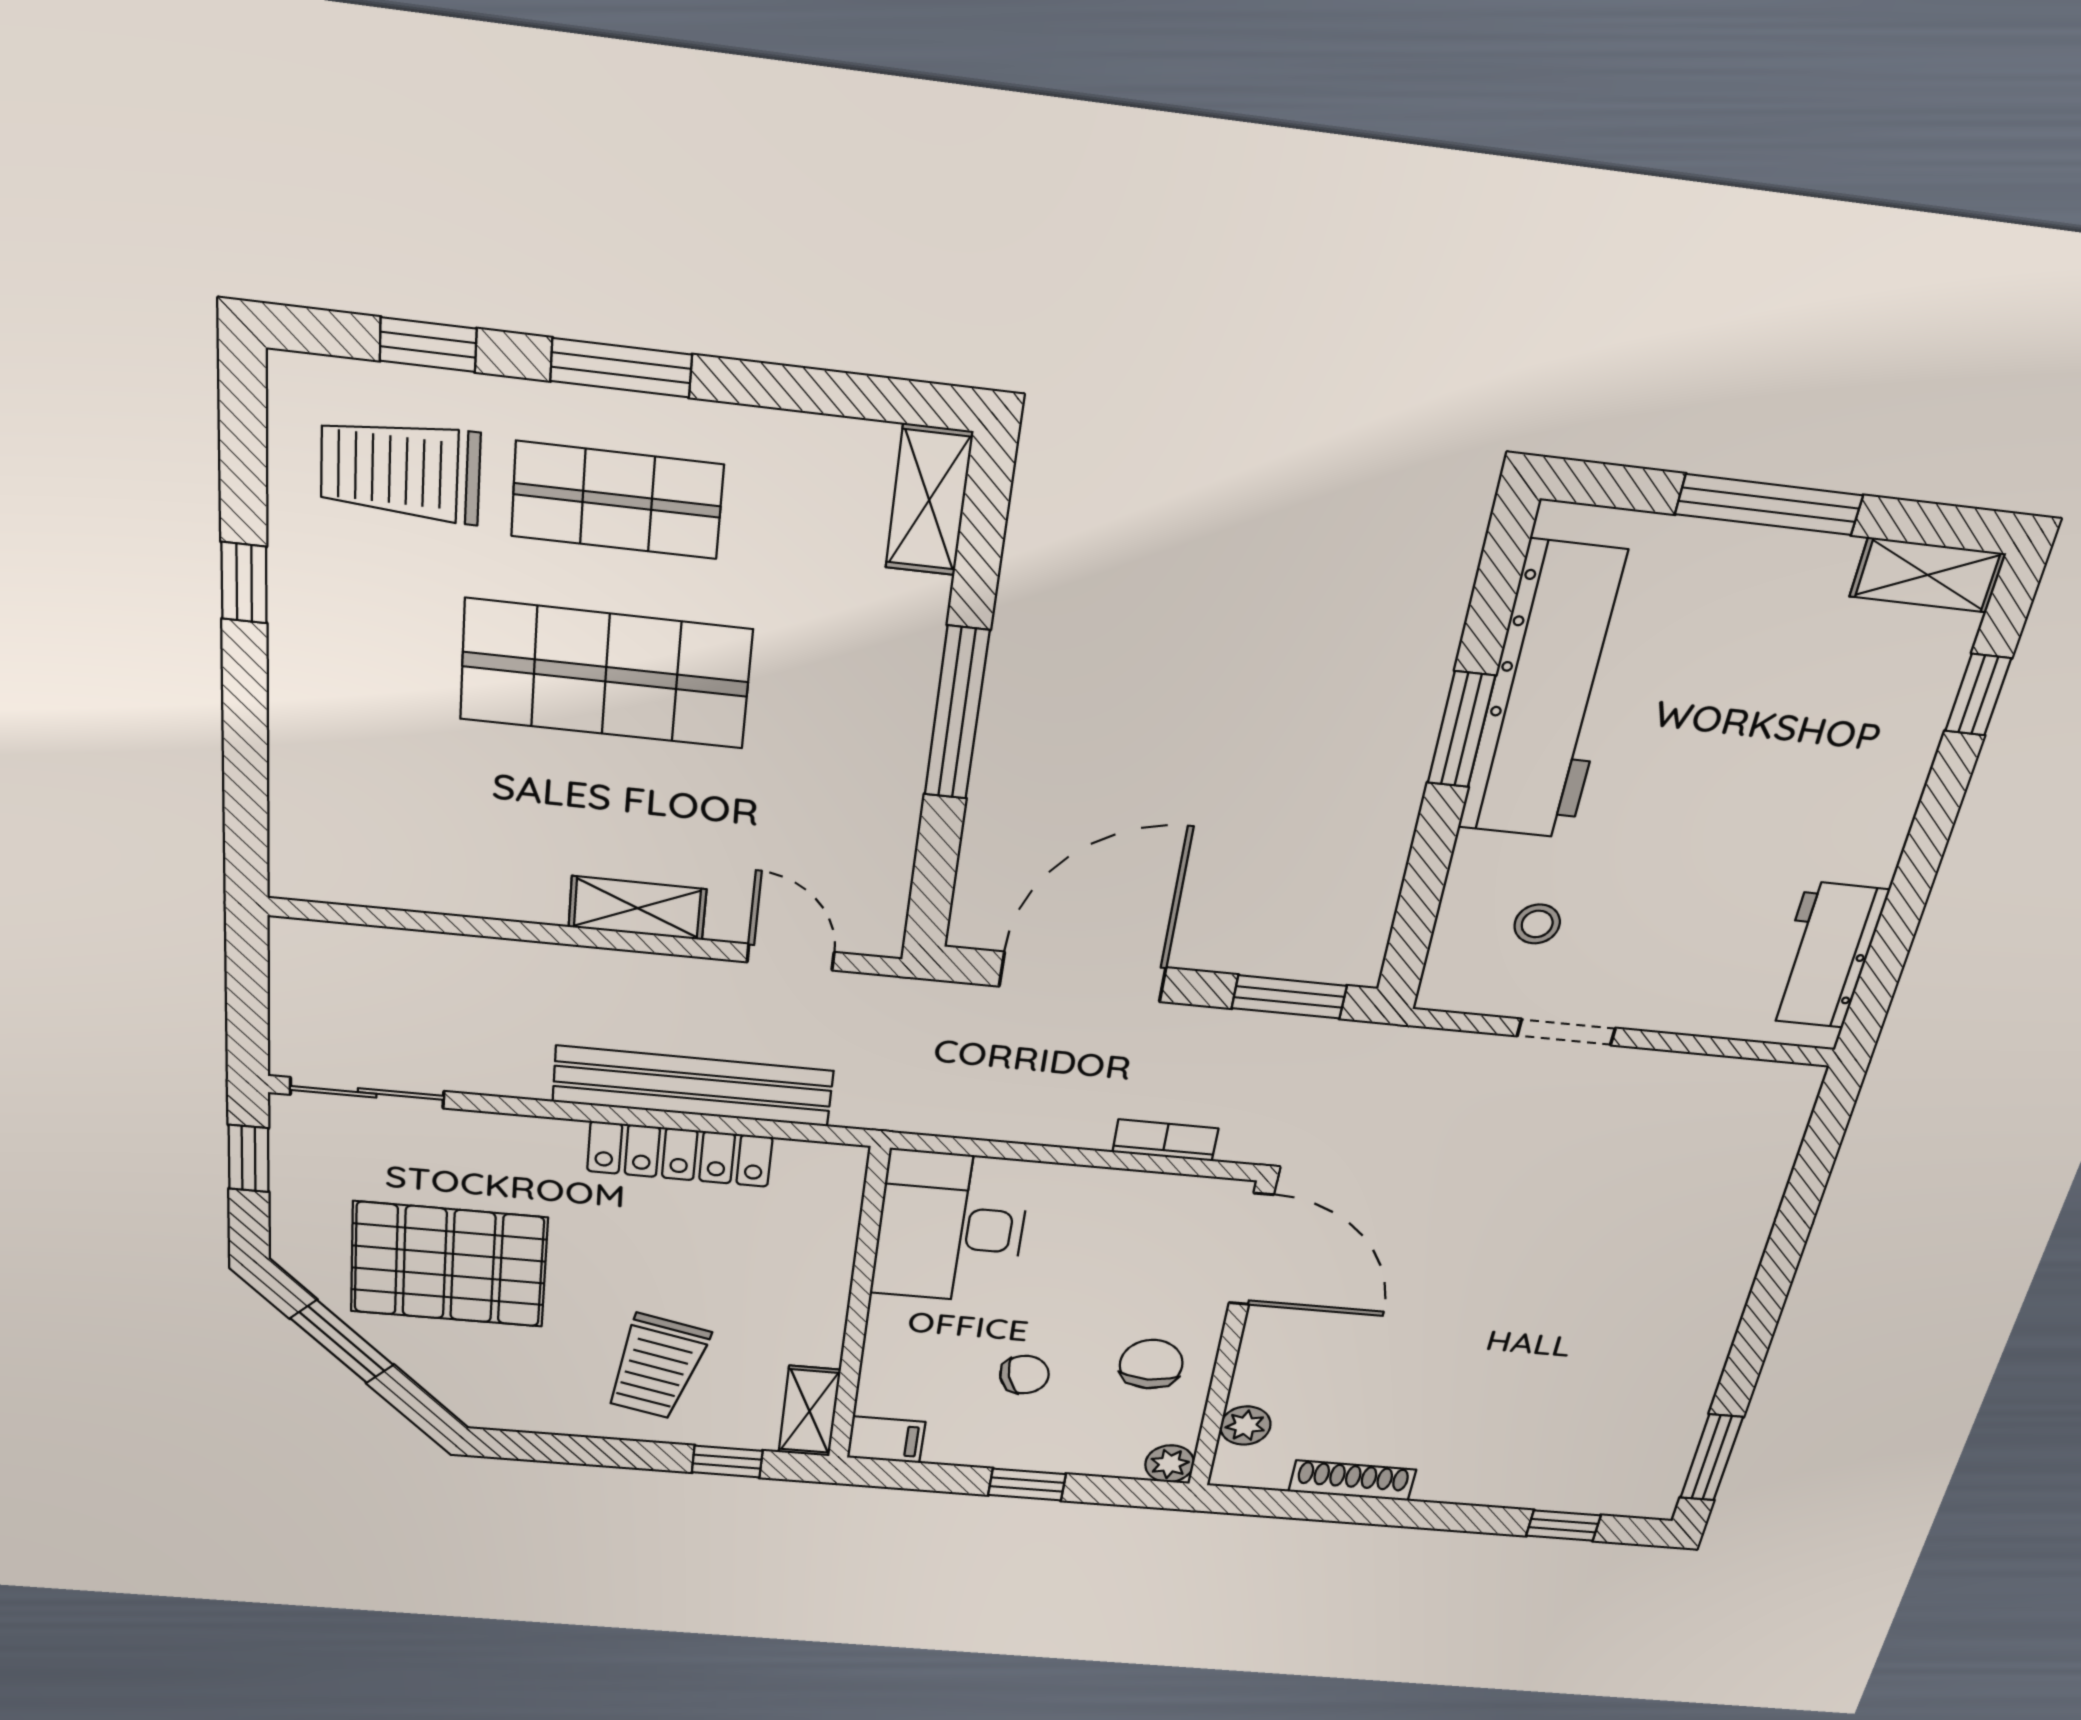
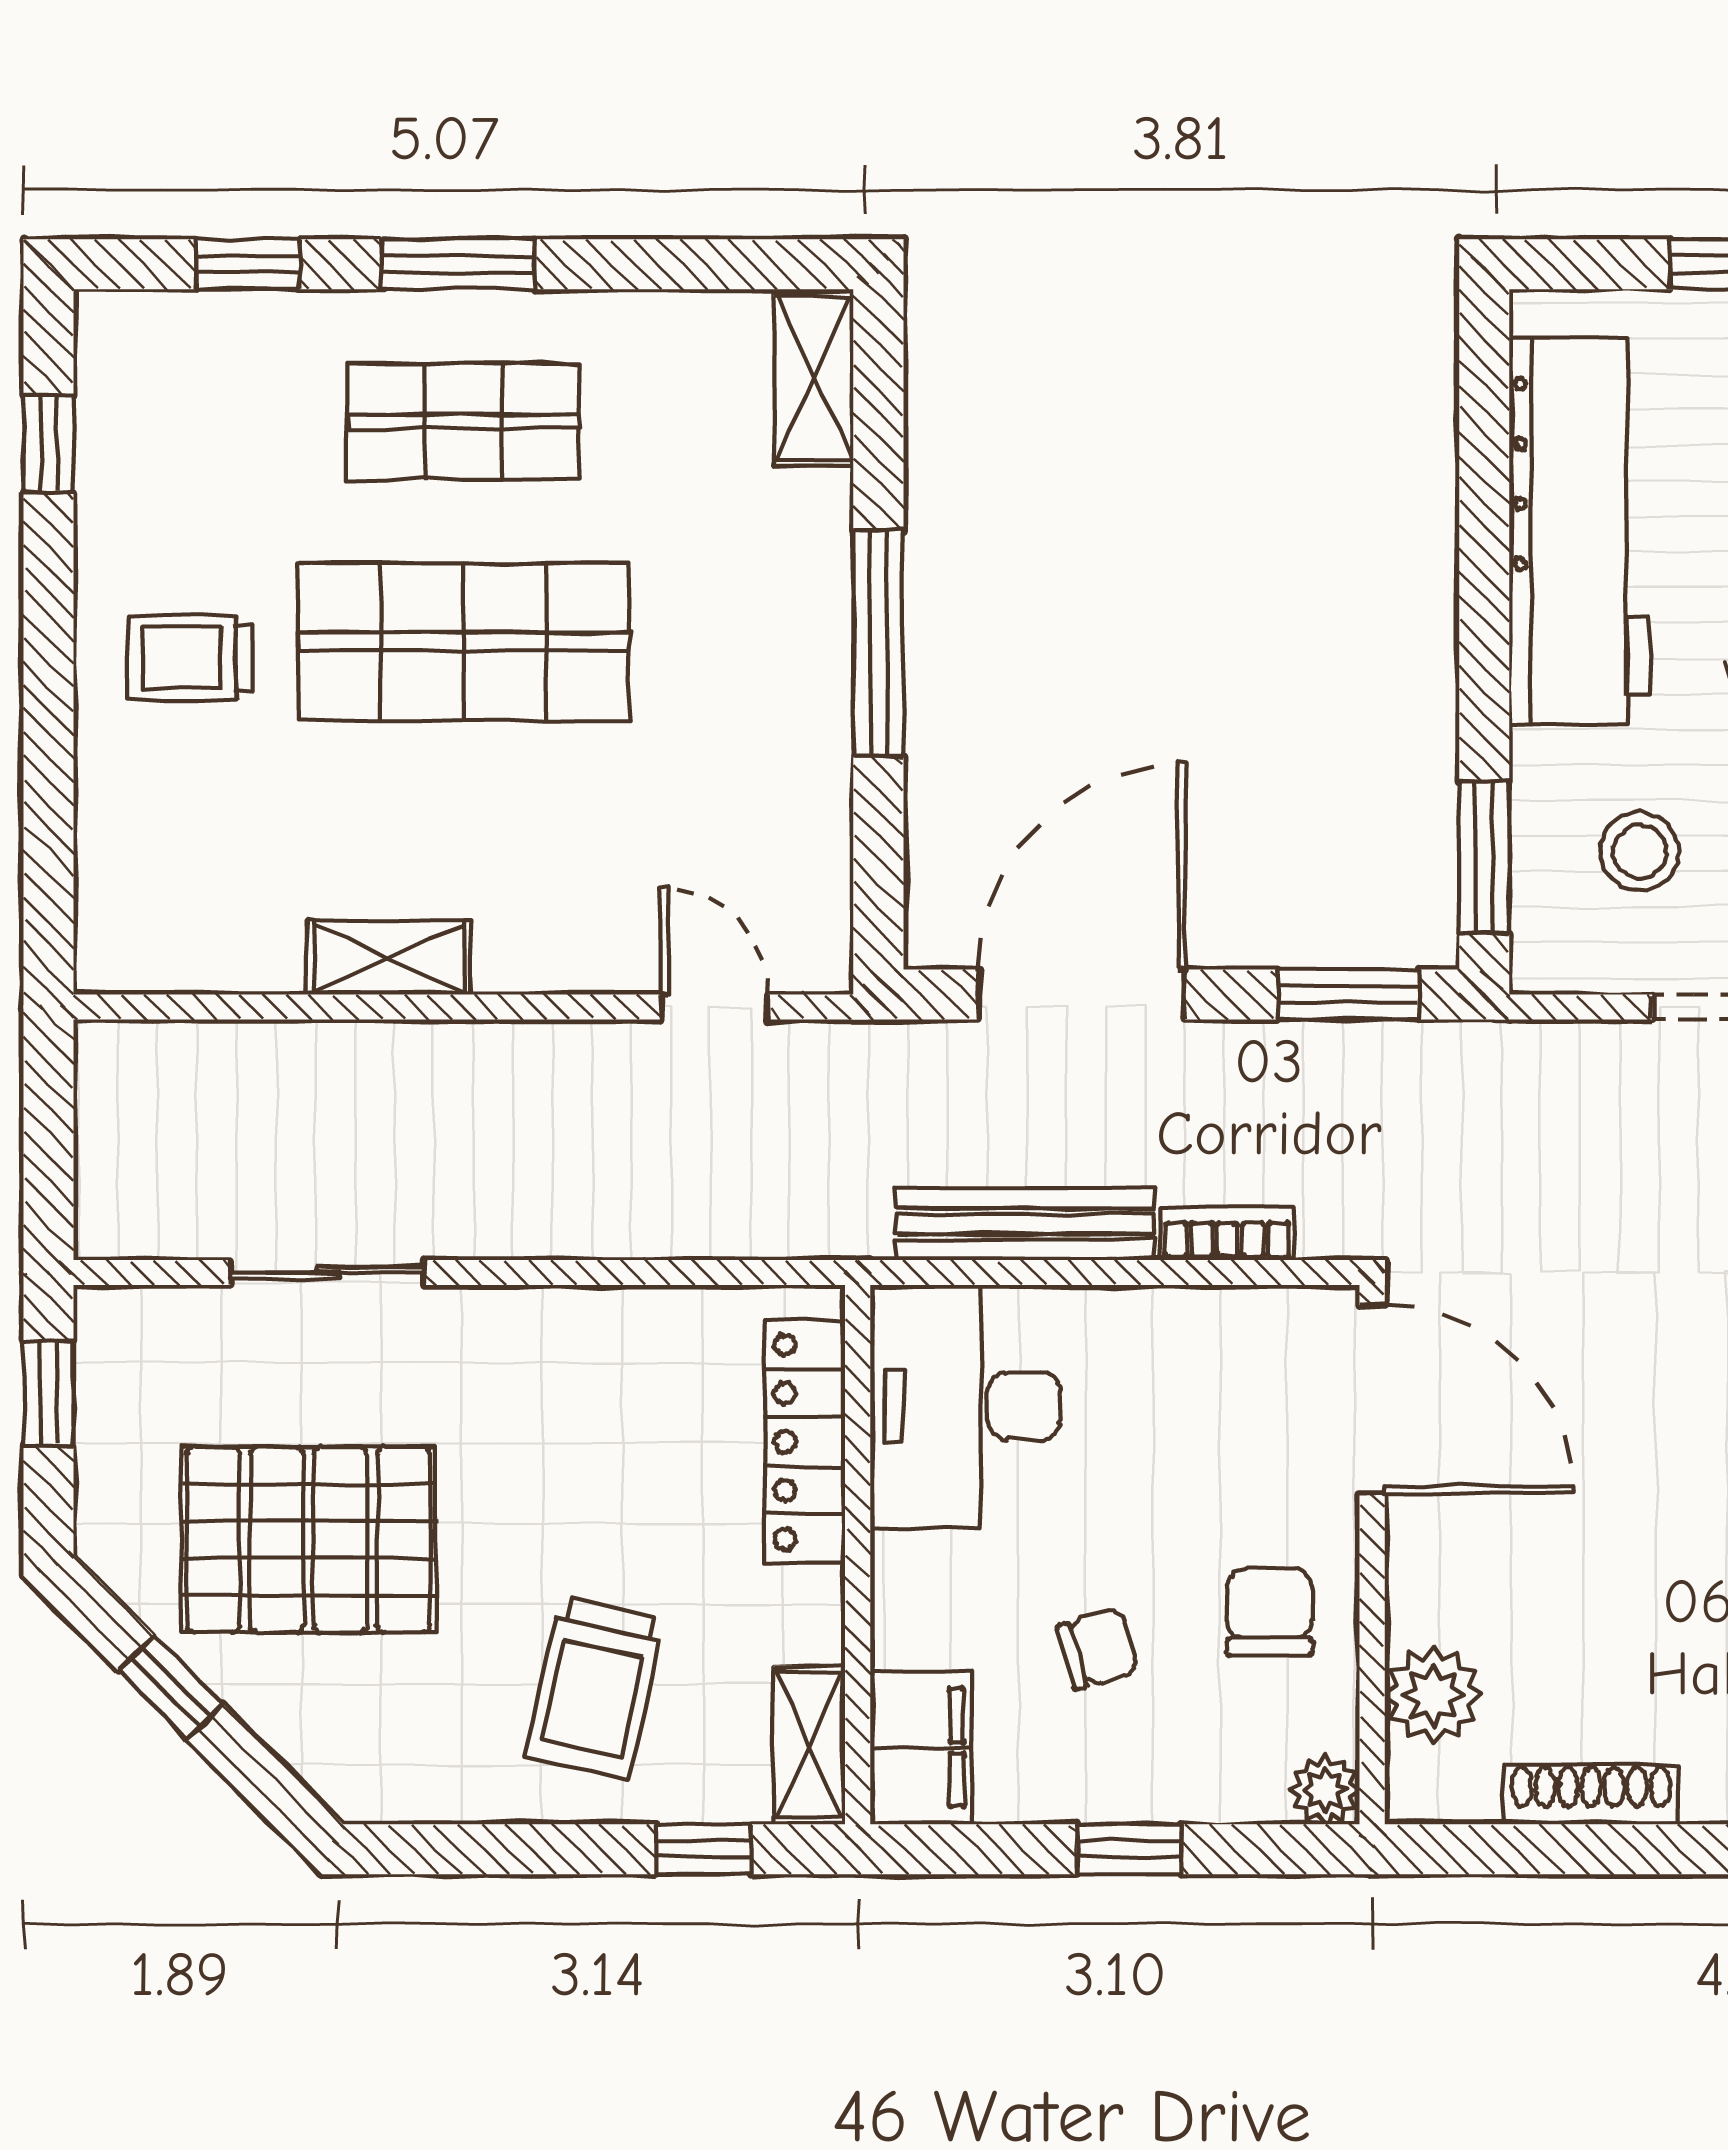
trolley: (401, 471) -> (190, 658), moved, width x0.73, depth x0.72
window: (244, 583) -> (49, 444), moved
window: (1461, 729) -> (1484, 857), moved
shelving: (637, 908) -> (389, 958), moved
stool: (1537, 924) -> (1640, 851), width x1.37, depth x1.37
bench: (693, 1086) -> (1025, 1224), moved, width x0.73, depth x0.82
sliding door: (367, 1093) -> (327, 1273), moved
locker: (680, 1154) -> (805, 1442), moved, turned 90
window: (342, 1342) -> (171, 1687), width x0.67
plant: (1245, 1426) -> (1433, 1695), width x1.38, depth x1.38
filing cabinet: (886, 1440) -> (921, 1748), width x2.00

